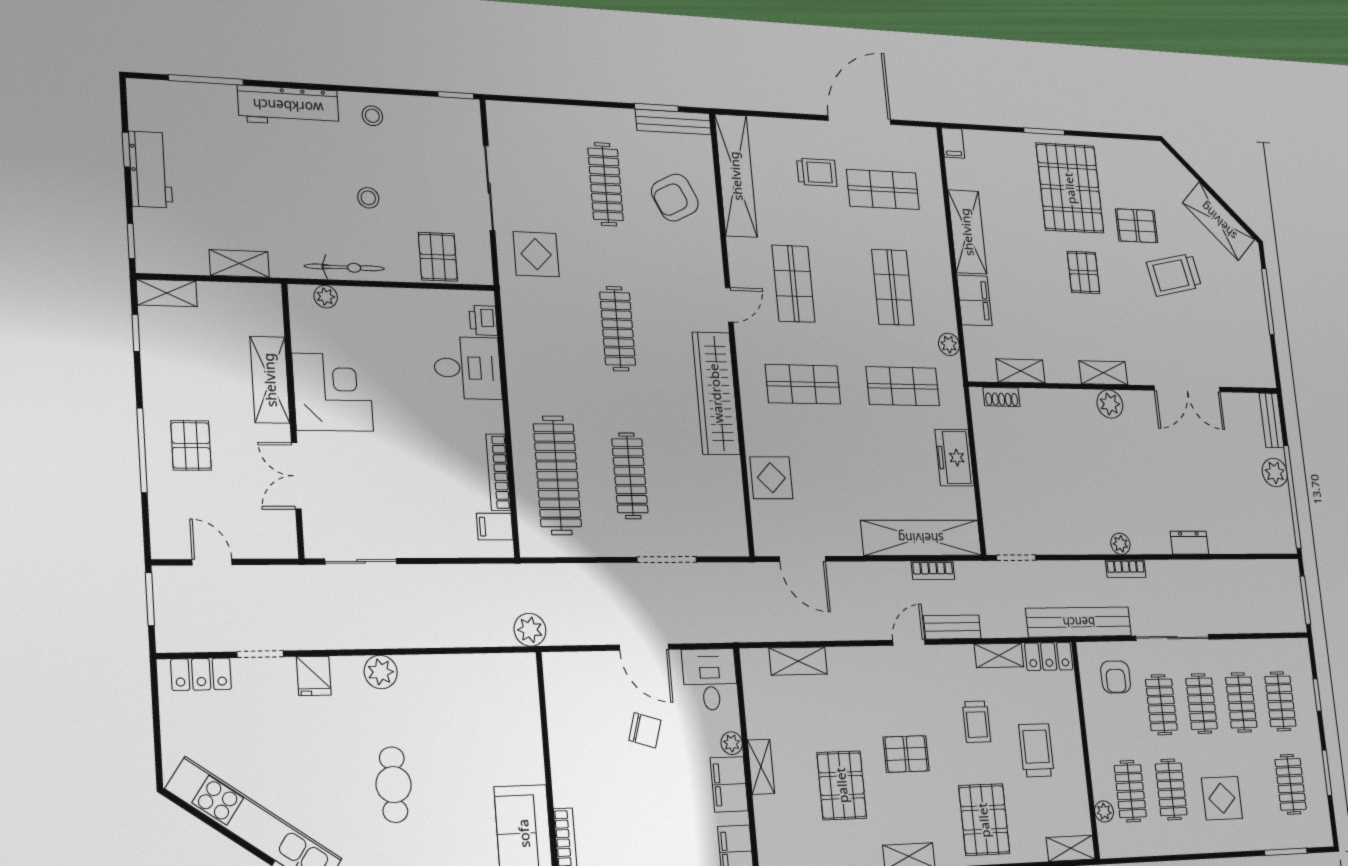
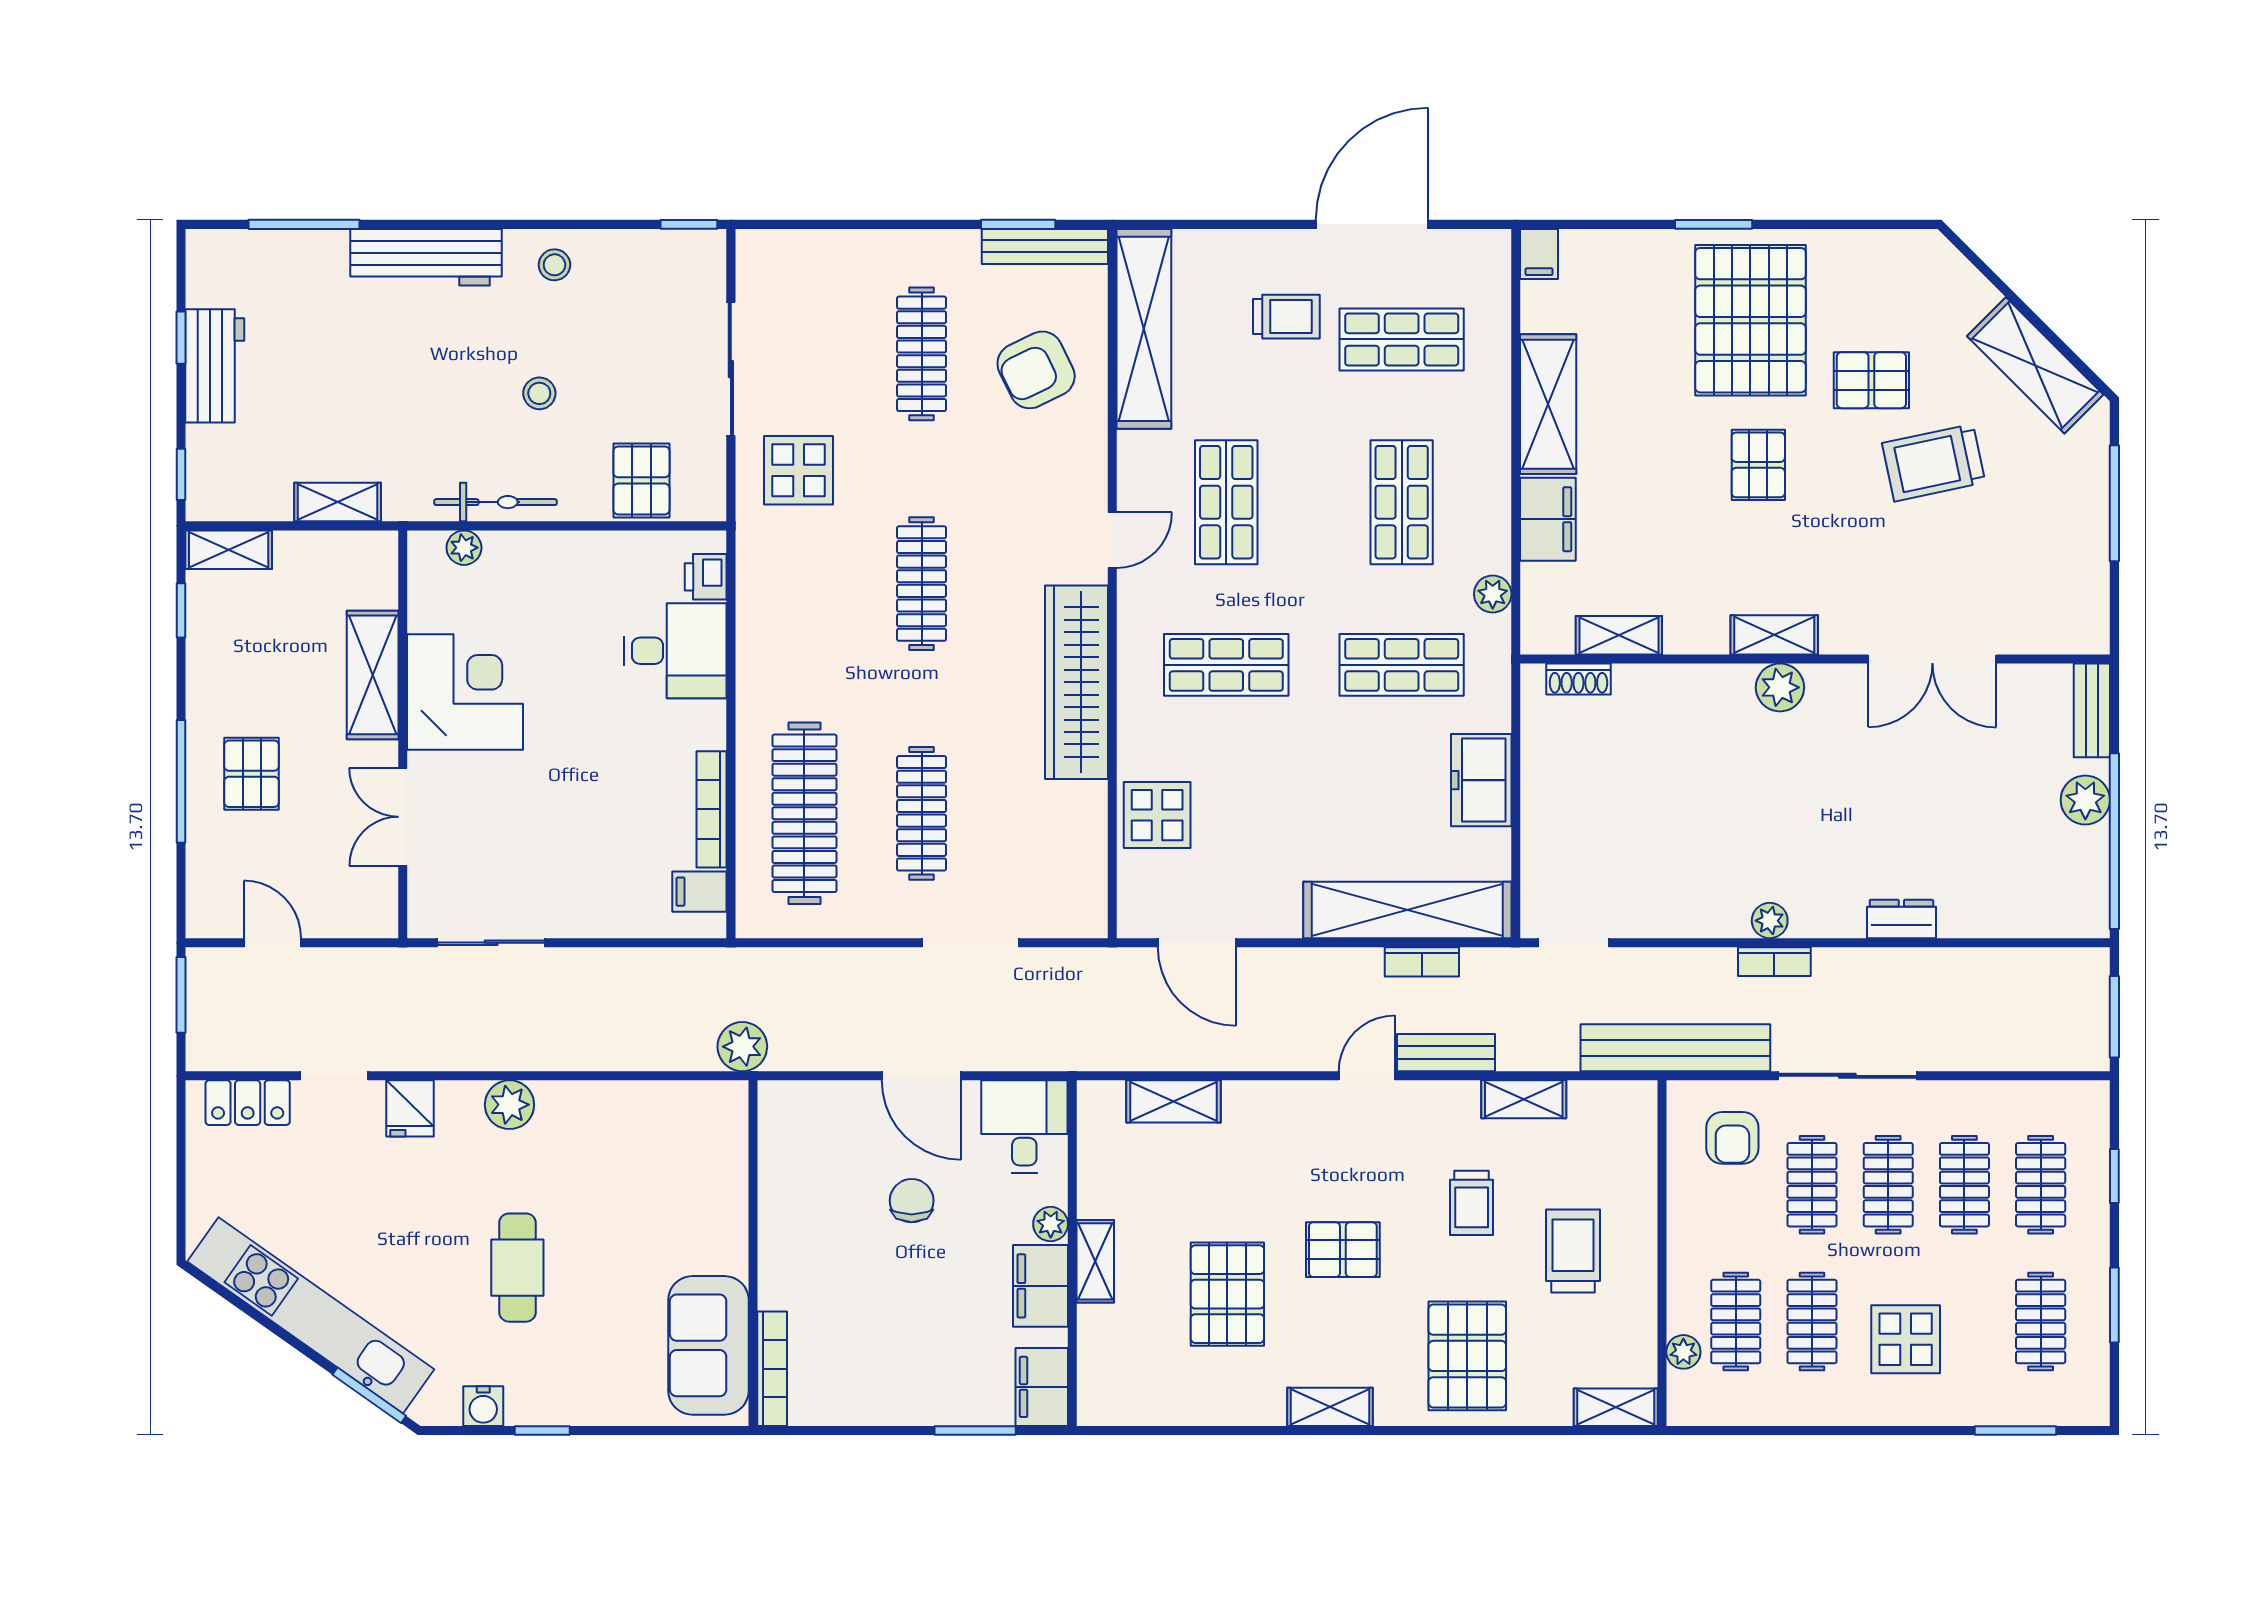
locker: (1049, 656) -> (1614, 1102), removed
chair: (645, 730) -> (912, 1201), turned -107

